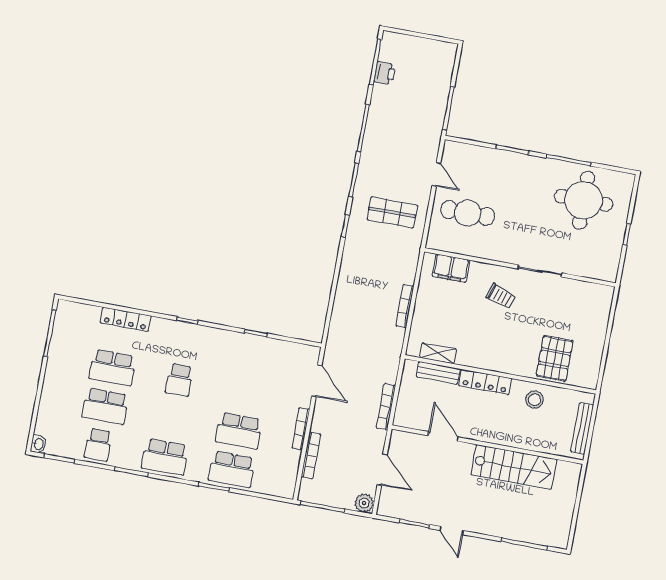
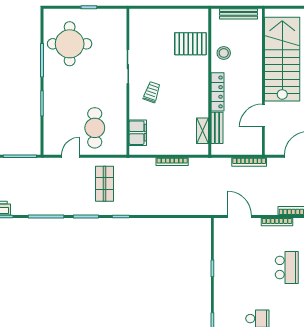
door: (317, 381) -> (239, 217), hinge flipped
stairs: (514, 467) -> (282, 59), width x1.36, depth x1.51

